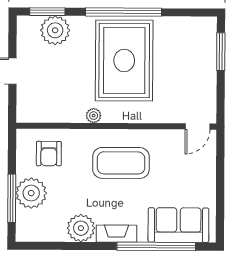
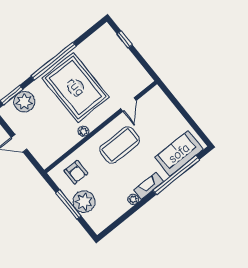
window: (221, 52) -> (125, 39), width x0.67
door: (198, 127) -> (128, 104), moved
window: (12, 198) -> (68, 204), moved
plant: (81, 228) -> (133, 199), width x0.53, depth x0.53

